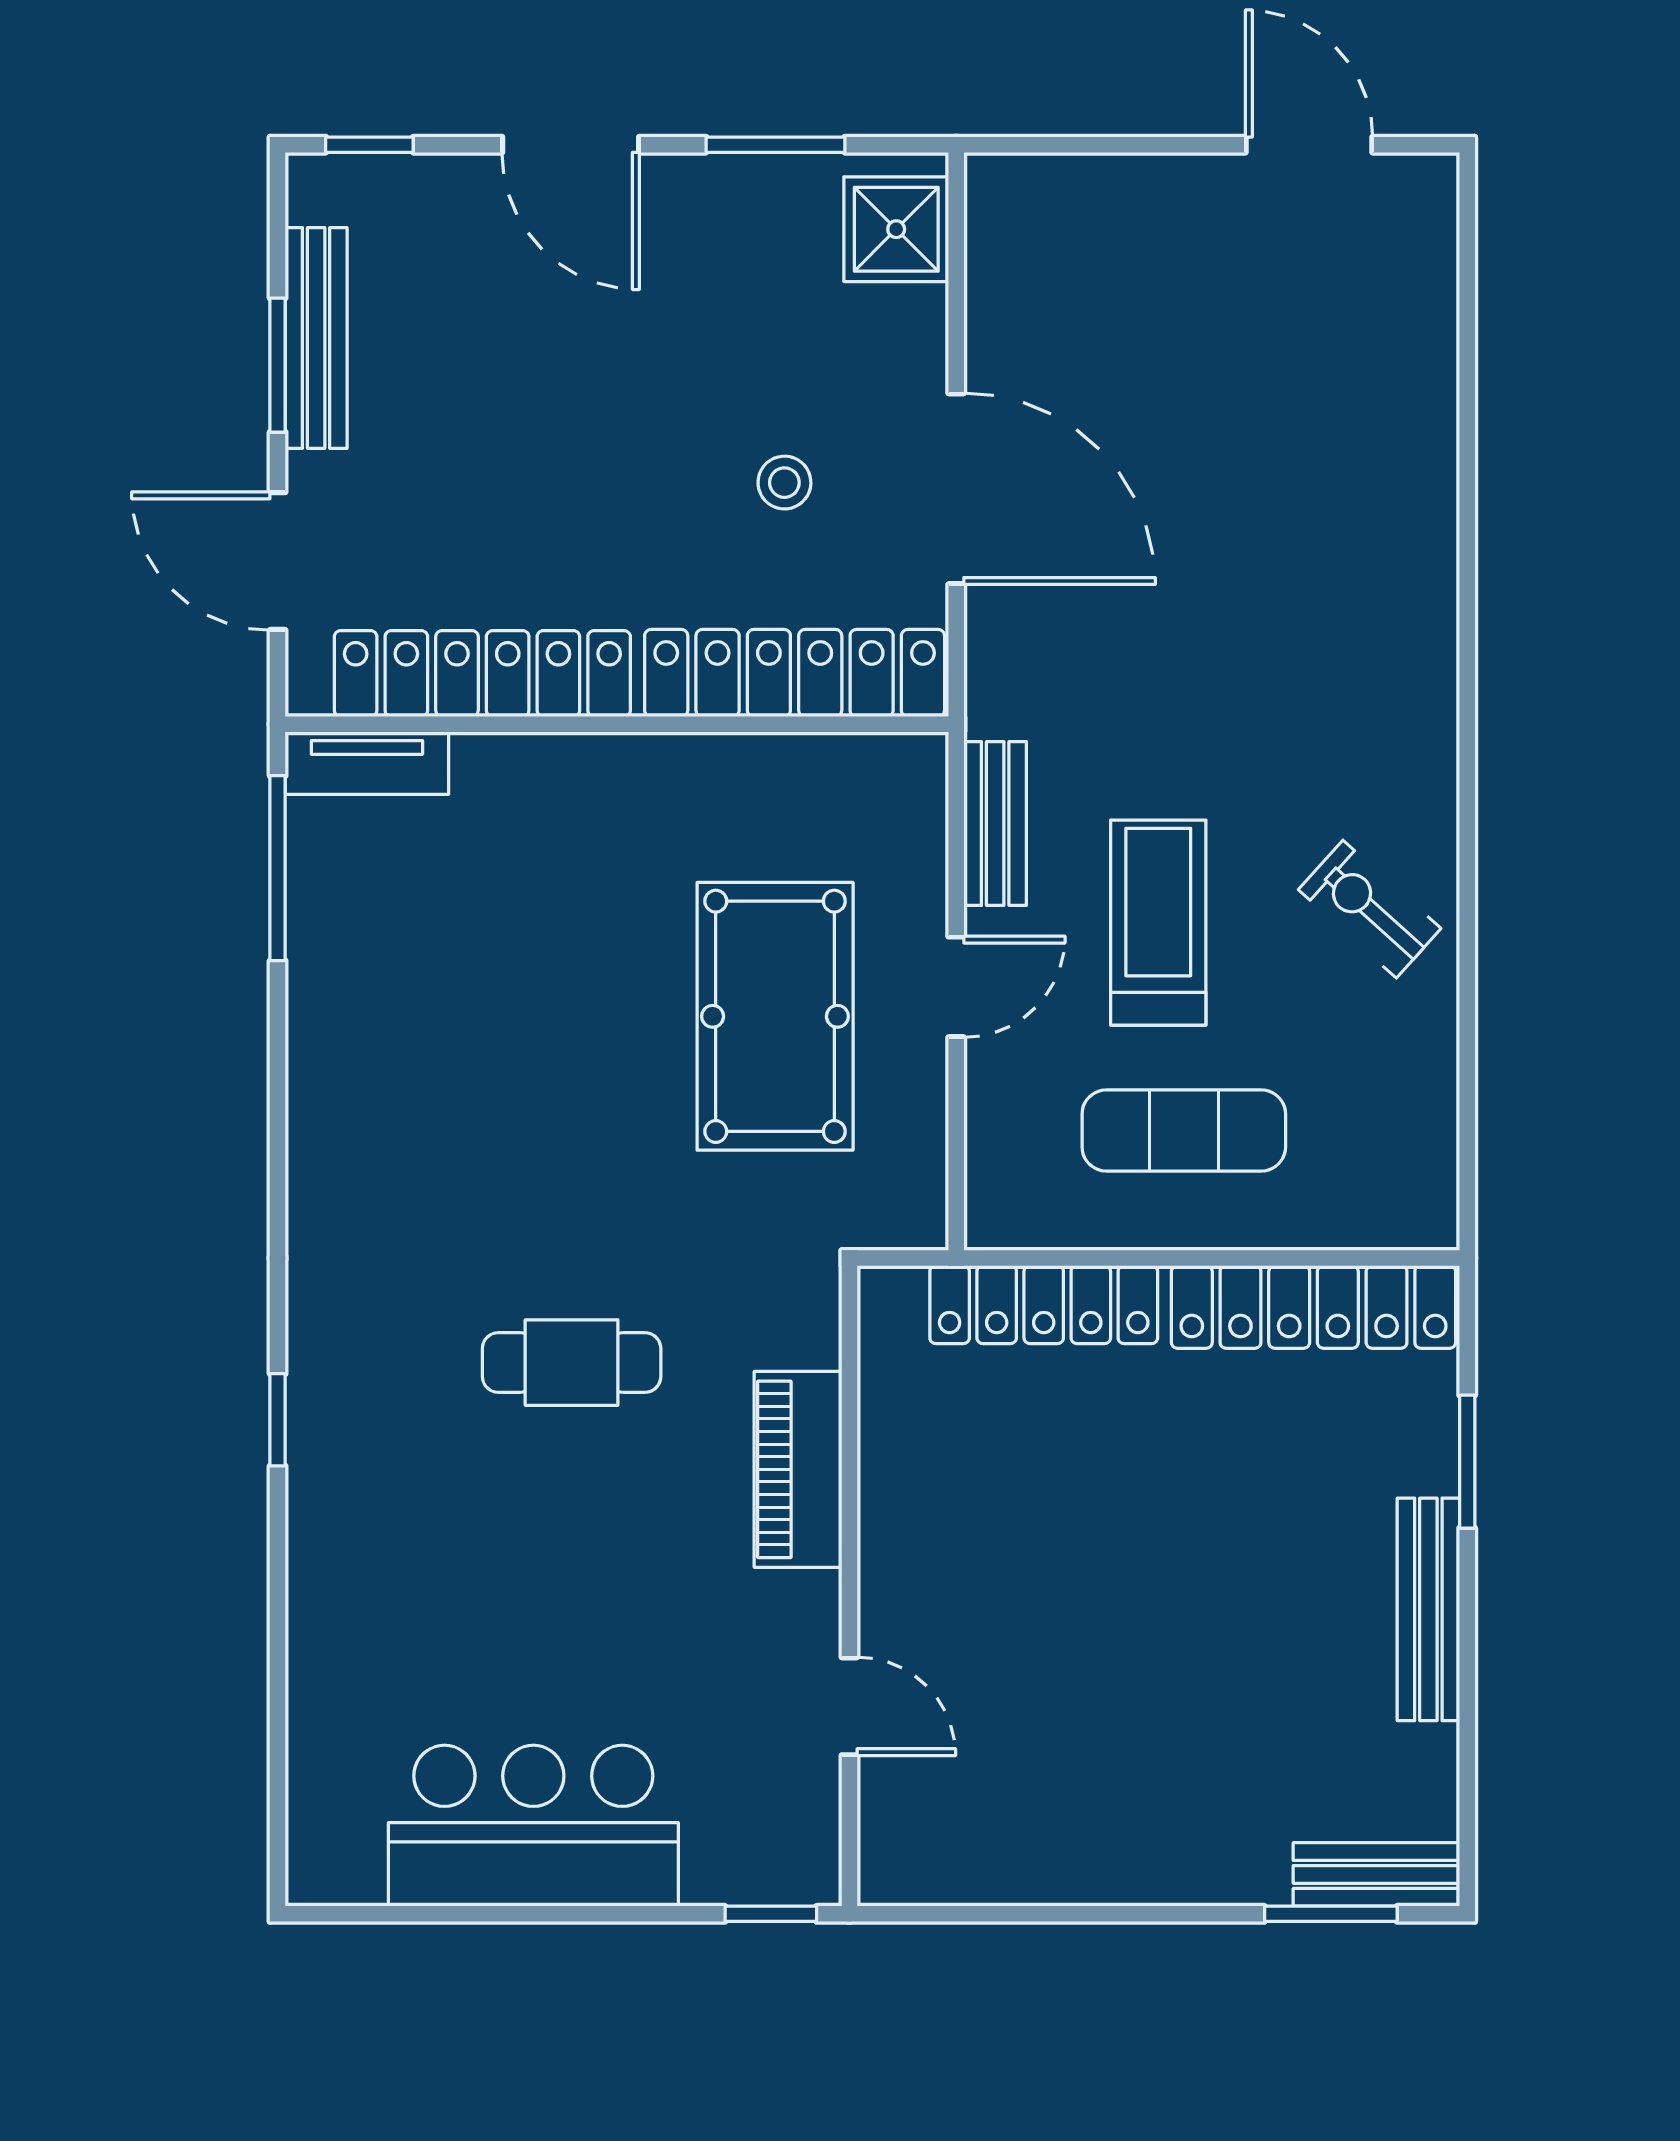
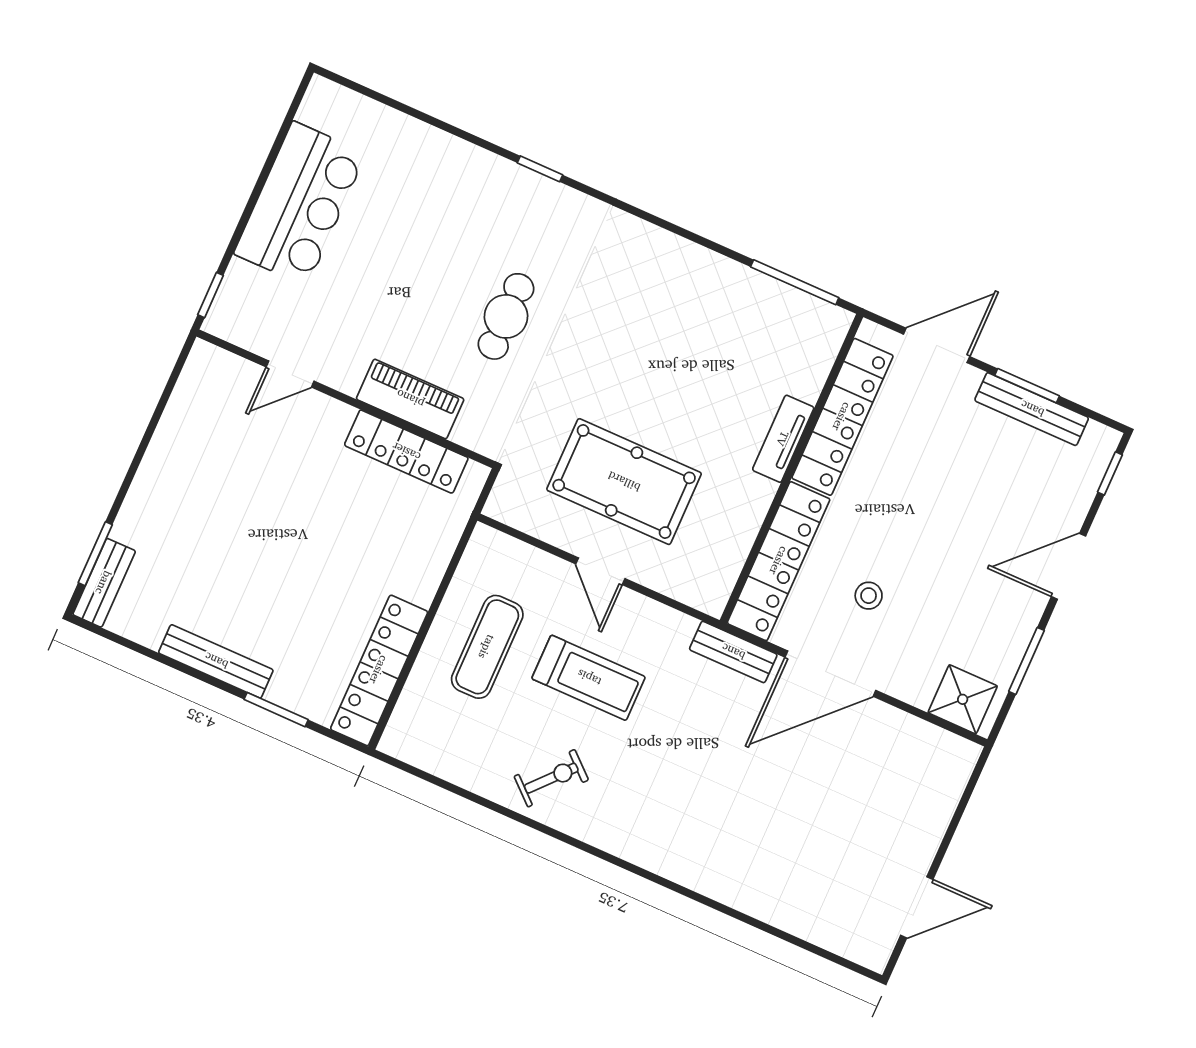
tv unit: (367, 763) -> (783, 439), moved
bench: (995, 824) -> (733, 652), moved
locker: (1044, 1305) -> (406, 452), moved, turned -90

